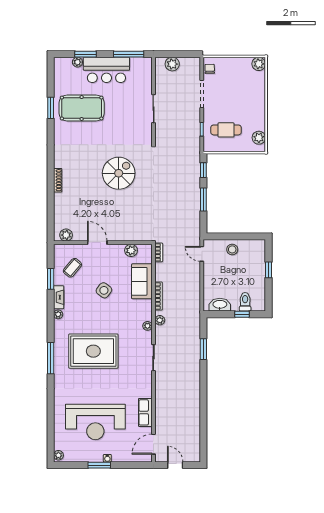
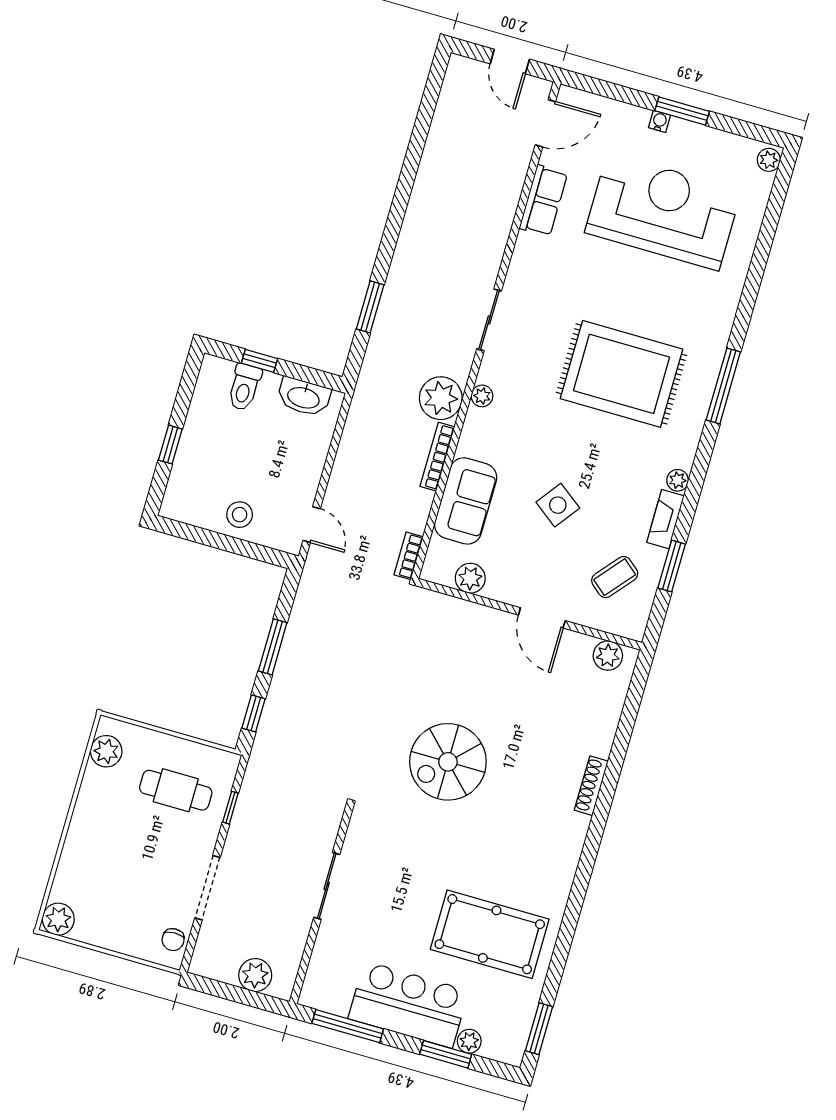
window: (51, 108) -> (539, 1029), moved
plant: (160, 320) -> (441, 398), width x1.87, depth x1.87

